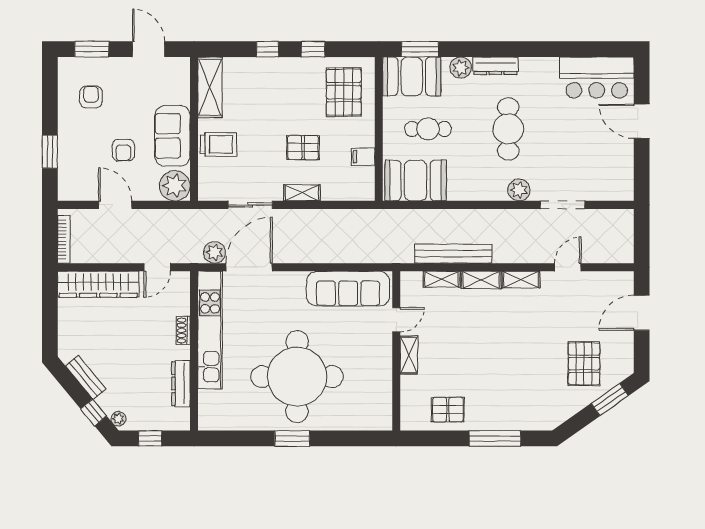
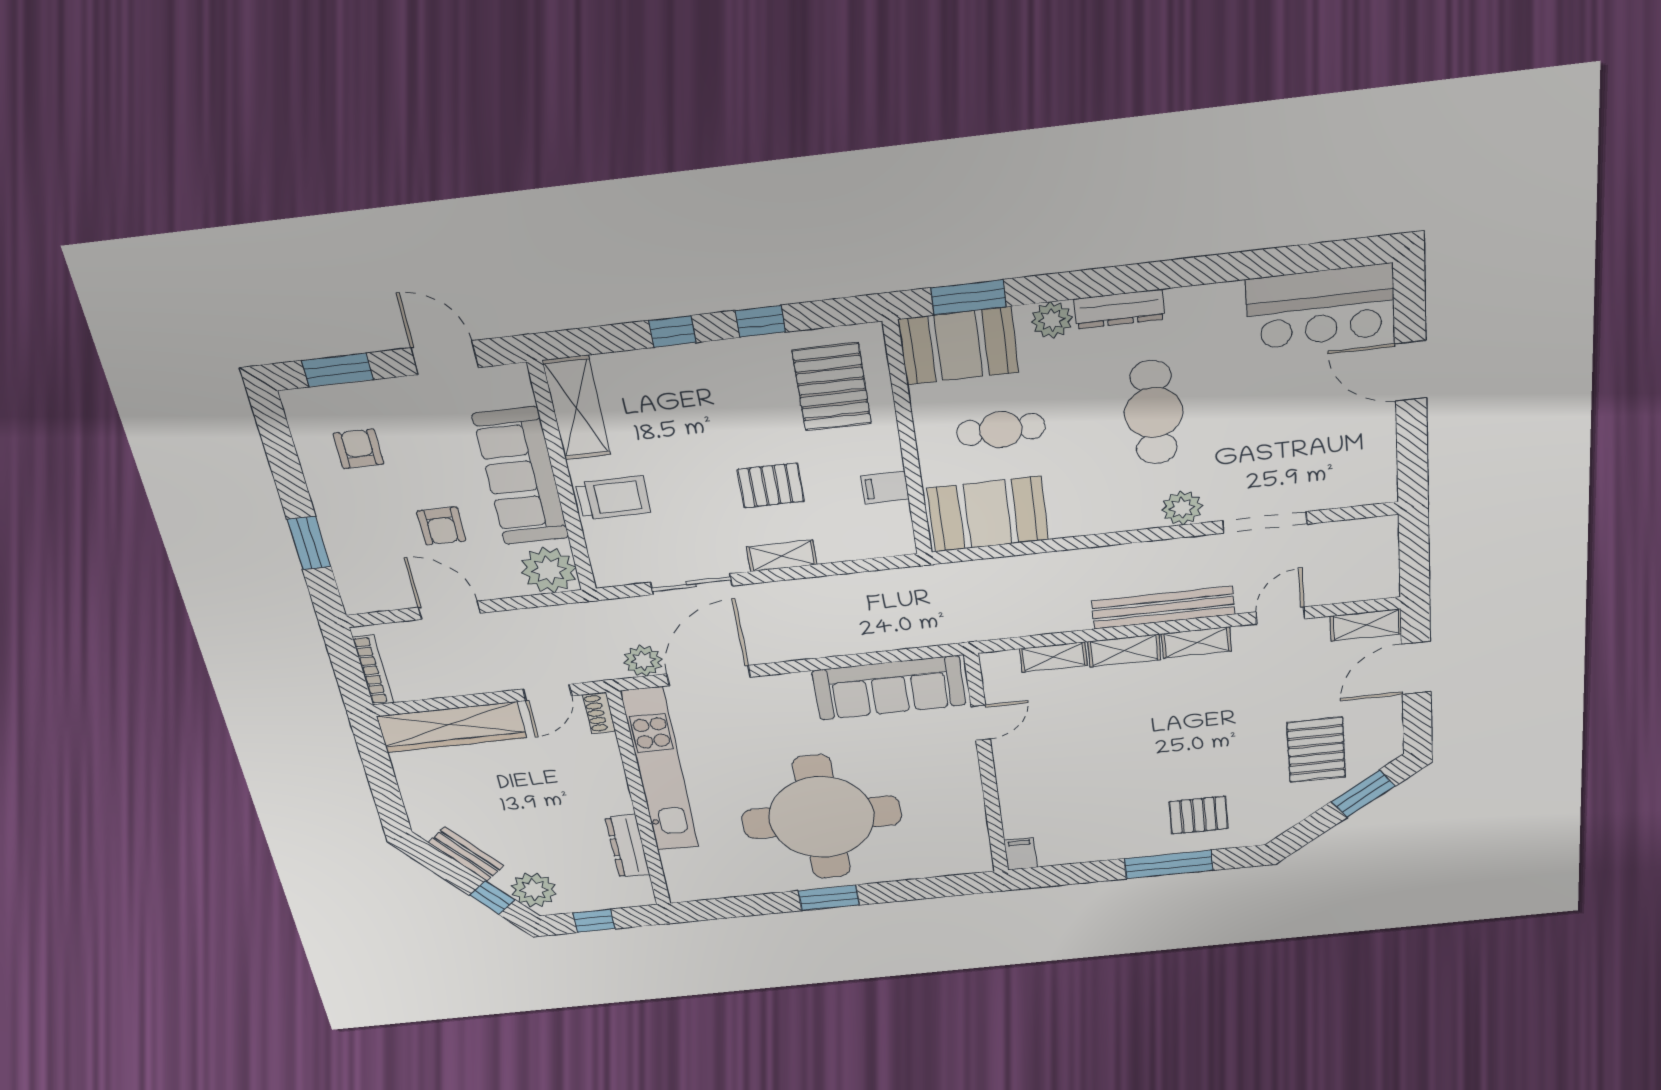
sofa: (172, 136) -> (521, 476), width x1.36
bench: (453, 254) -> (1163, 608), moved
shoe rack: (183, 330) -> (599, 713), moved
shelving: (409, 355) -> (1366, 625), moved, turned 90
pallet: (448, 410) -> (1199, 815), moved
plant: (118, 419) -> (534, 890), width x1.88, depth x1.88
filing cabinet: (409, 419) -> (1021, 854), added

